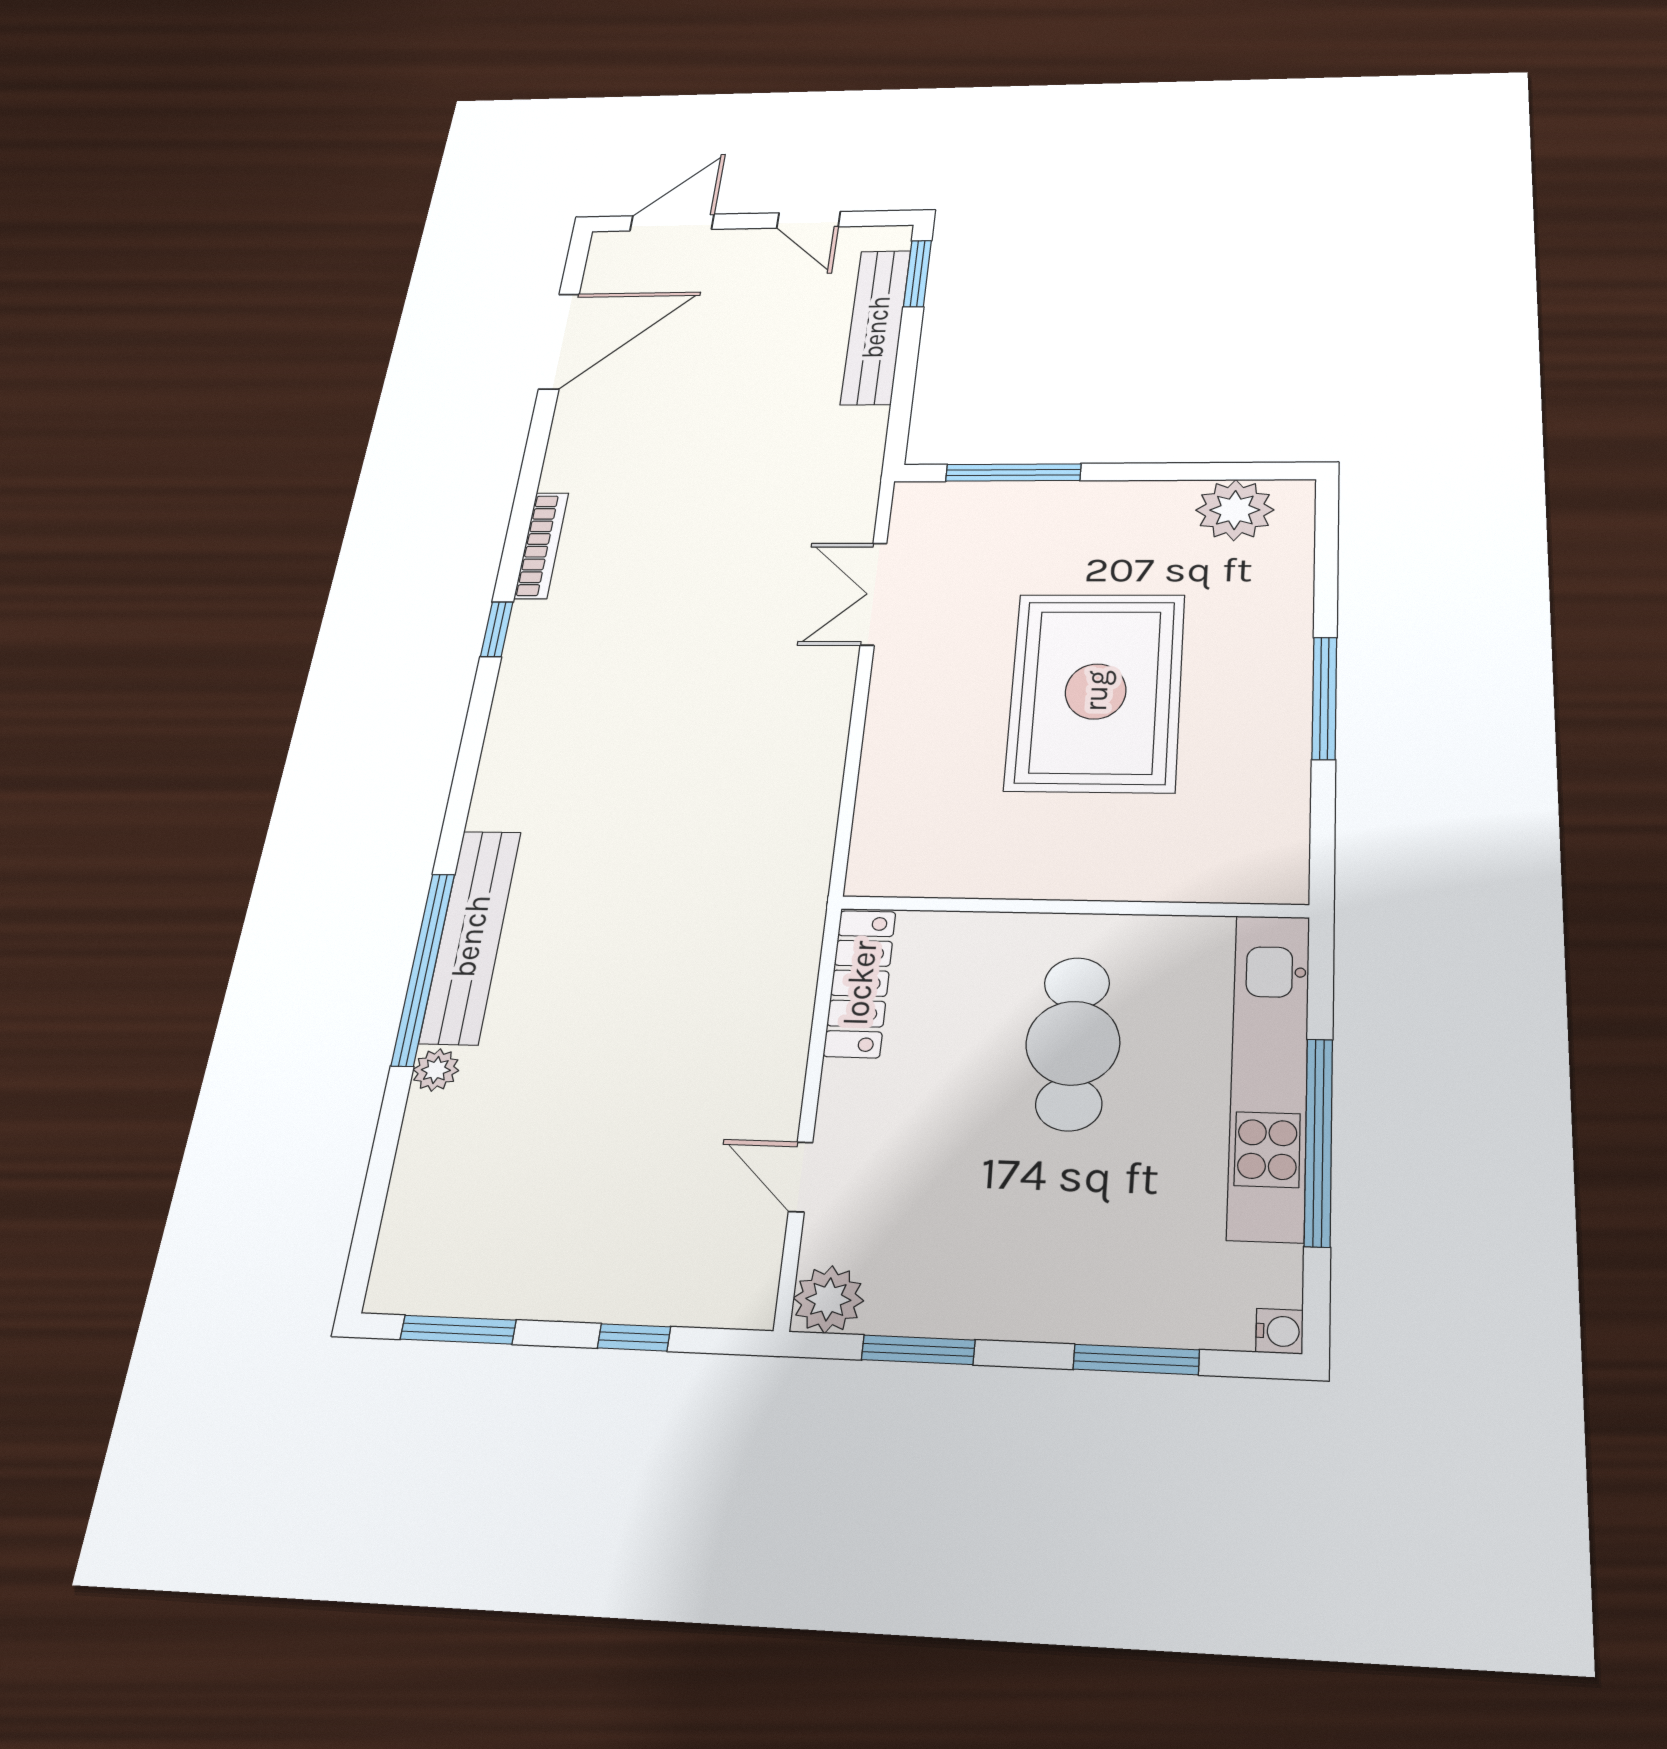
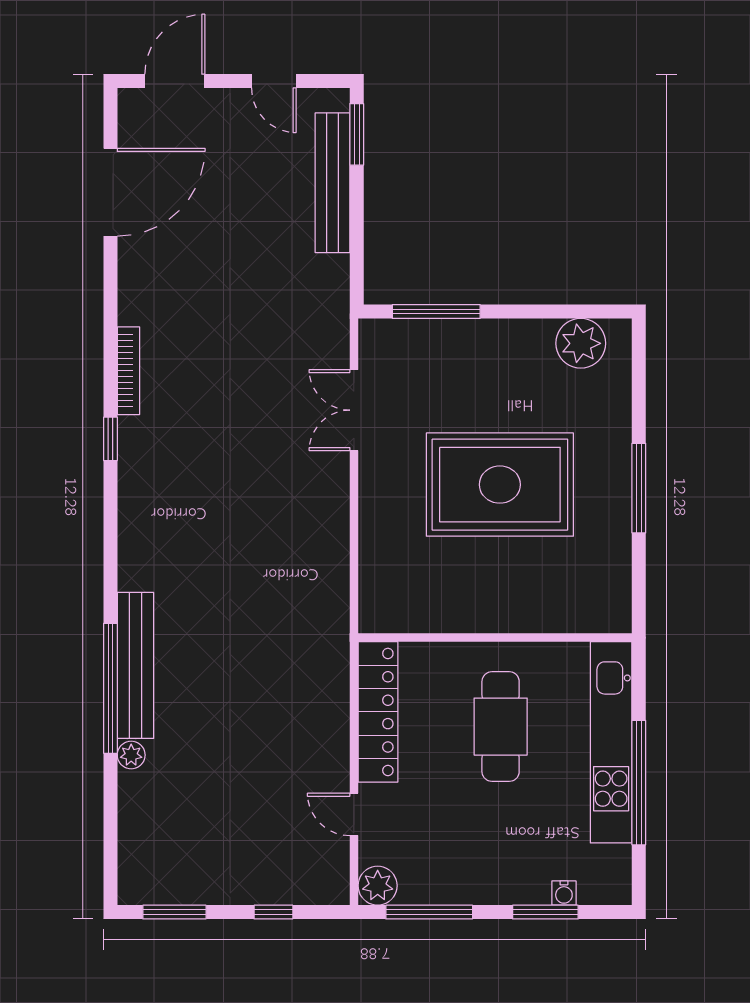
rug: (1096, 691) -> (500, 485), turned 90
locker: (860, 983) -> (378, 712), width x1.41, depth x1.21
water cooler: (1279, 1331) -> (564, 893), moved, turned 90
window: (918, 1350) -> (429, 912), width x1.44

